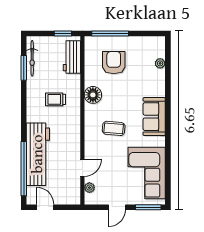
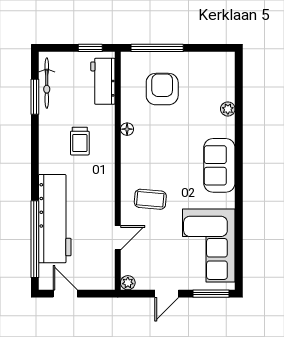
plant: (160, 63) -> (228, 109), moved
floor lamp: (93, 95) -> (127, 129), width x0.53, depth x0.53
trolley: (56, 99) -> (80, 141), turned -90
coffee table: (114, 128) -> (150, 199), moved
plant: (89, 188) -> (128, 283), moved

